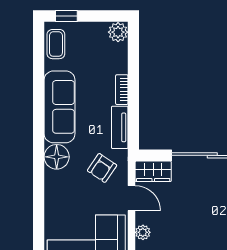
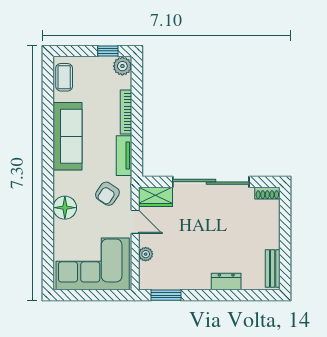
window: (66, 16) -> (108, 51), moved
bookcase: (122, 90) -> (126, 112), width x1.56
floor lamp: (57, 157) -> (65, 208), moved

